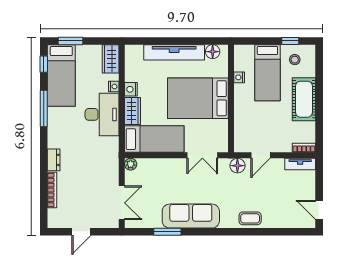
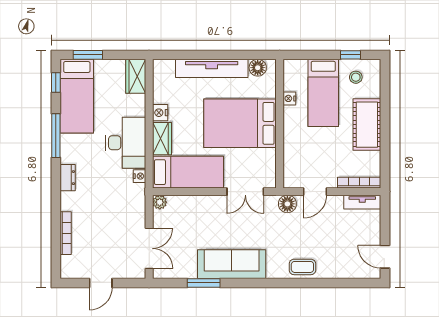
nightstand: (114, 87) -> (139, 176), moved
bookcase: (304, 148) -> (359, 183), width x1.56
dresser: (54, 160) -> (68, 178), moved

